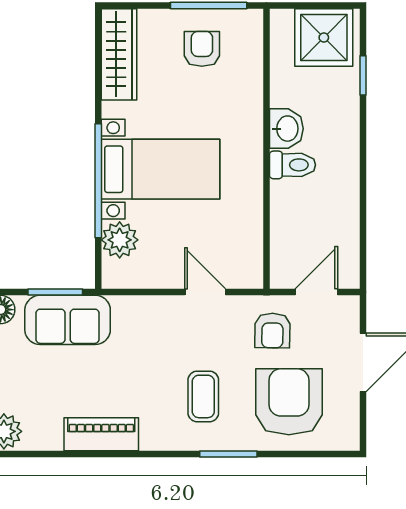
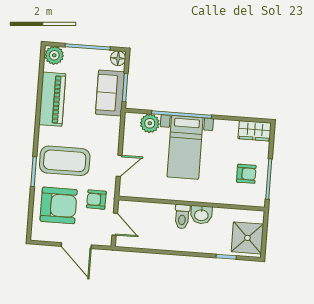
wardrobe: (119, 54) -> (255, 131), width x0.67
coffee table: (203, 396) -> (65, 161), width x1.86, depth x1.72
piano: (101, 434) -> (52, 99), width x1.37, depth x1.33

